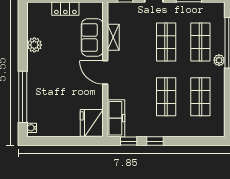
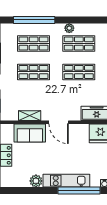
plant: (219, 60) -> (69, 28), moved
door: (105, 72) -> (59, 122), hinge flipped
kitchen unit: (35, 82) -> (66, 181), added

